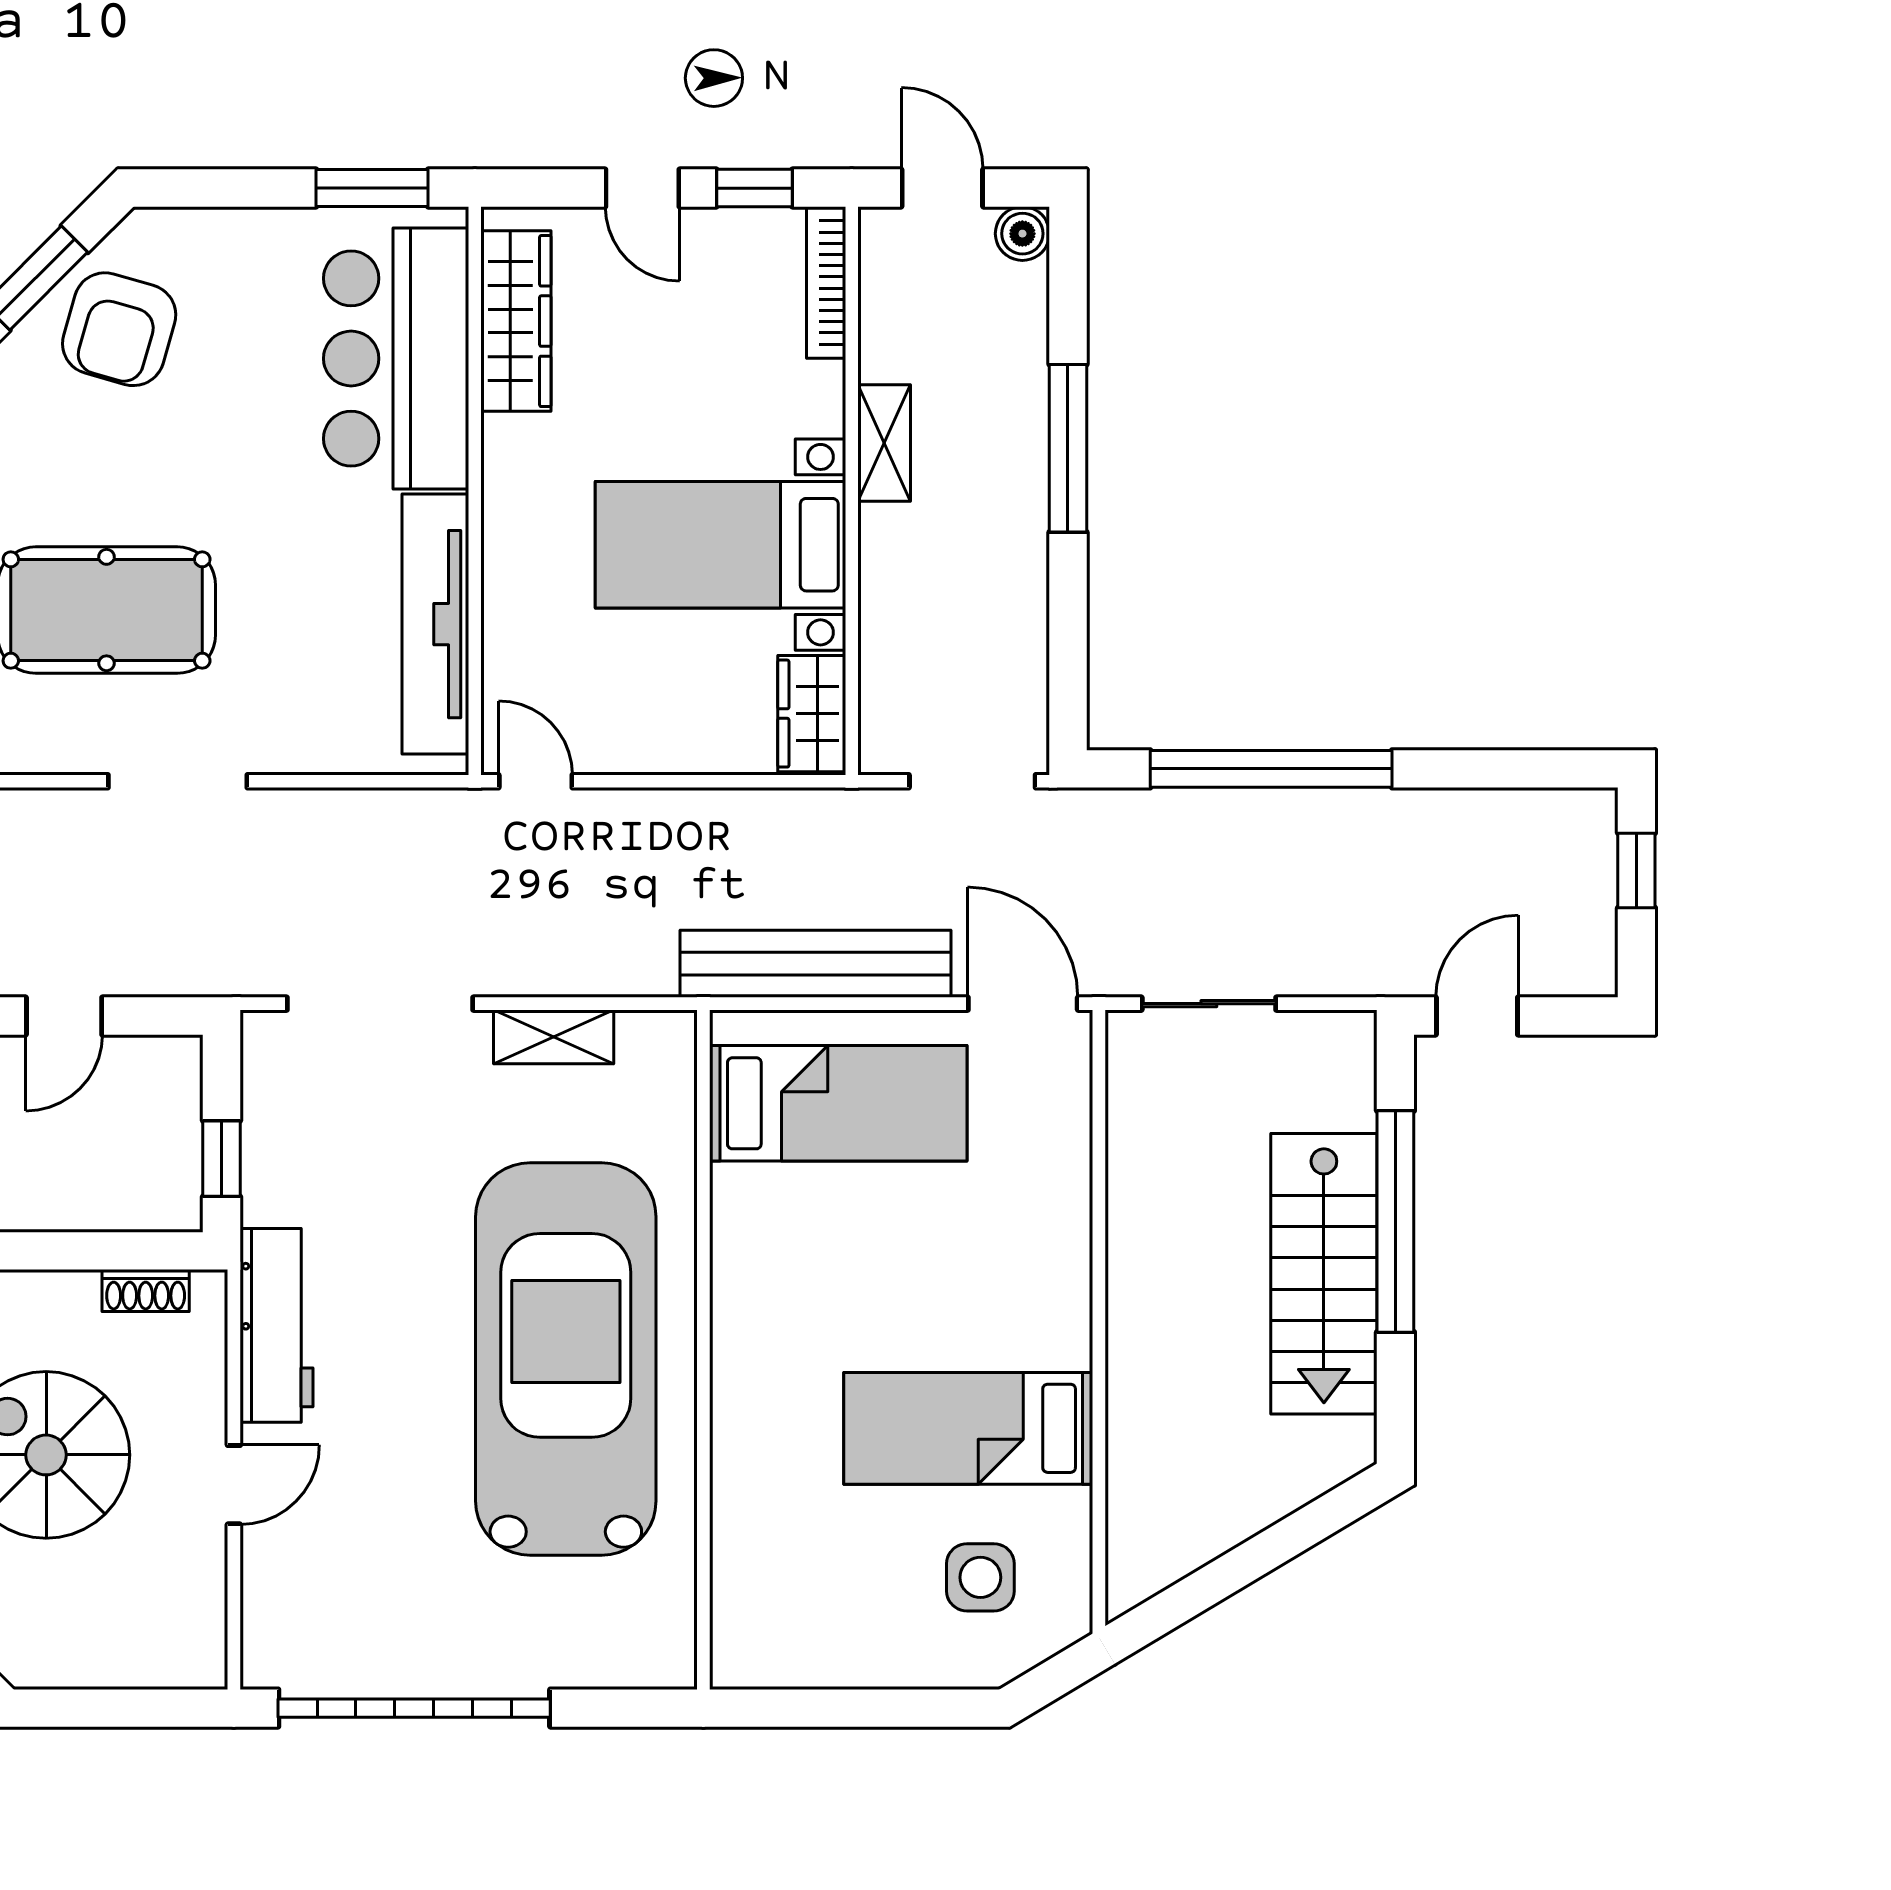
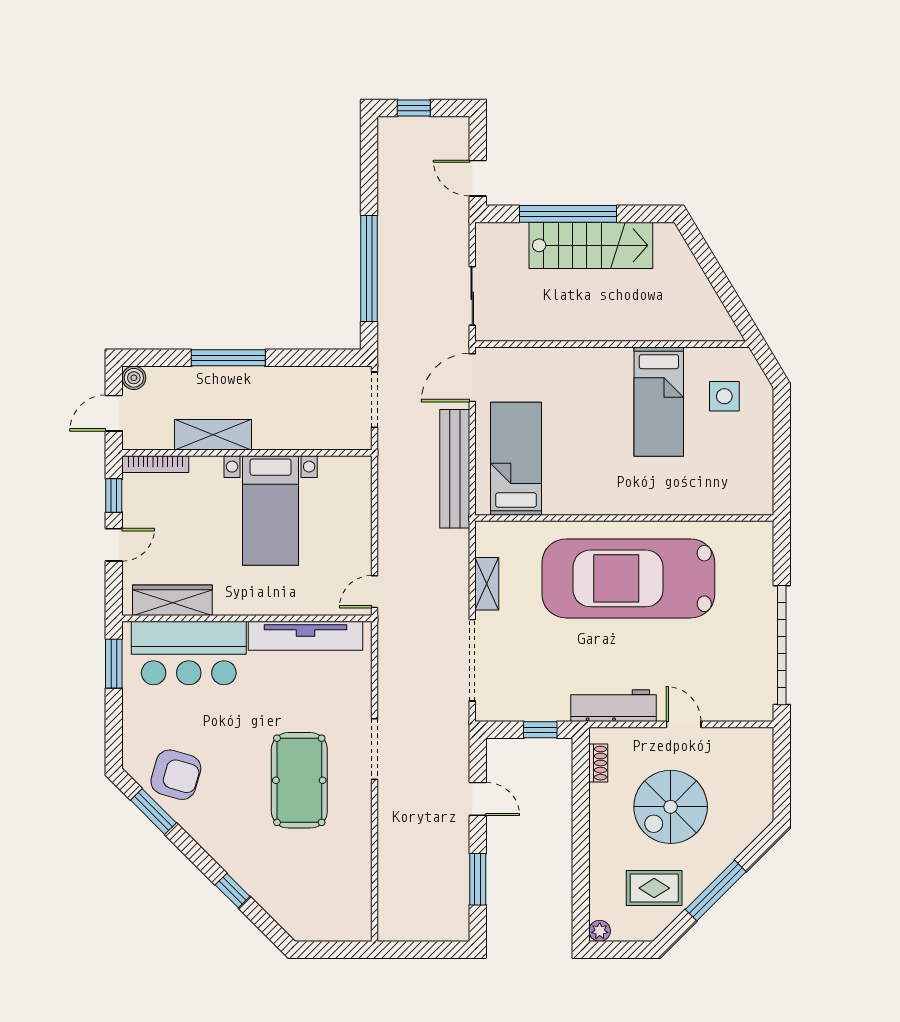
shelving: (884, 443) -> (213, 435), width x1.50, depth x1.33
wardrobe: (812, 714) -> (345, 470), removed

